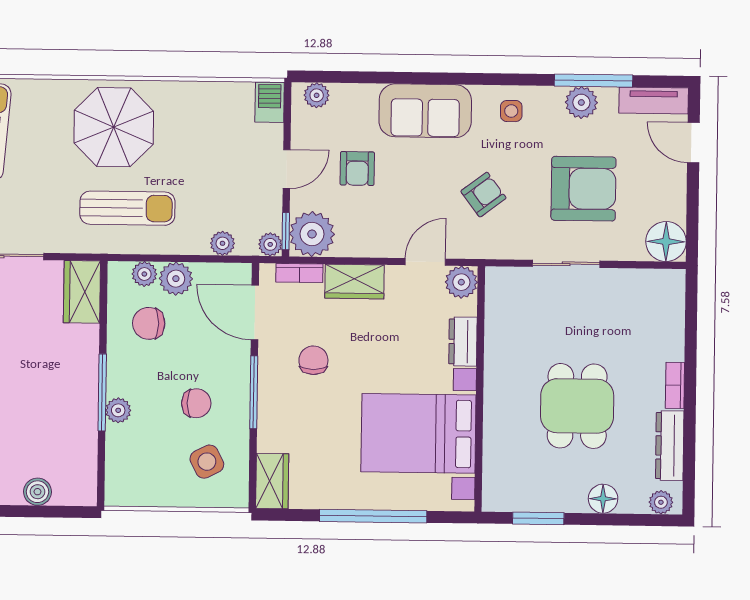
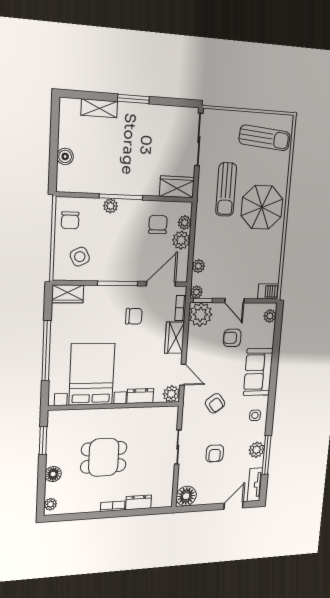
armchair: (583, 189) -> (215, 453), width x0.53, depth x0.53
sun lounger: (127, 208) -> (226, 189), moved
chair: (196, 403) -> (70, 220), moved
dresser: (670, 446) -> (139, 502), moved, width x0.70

